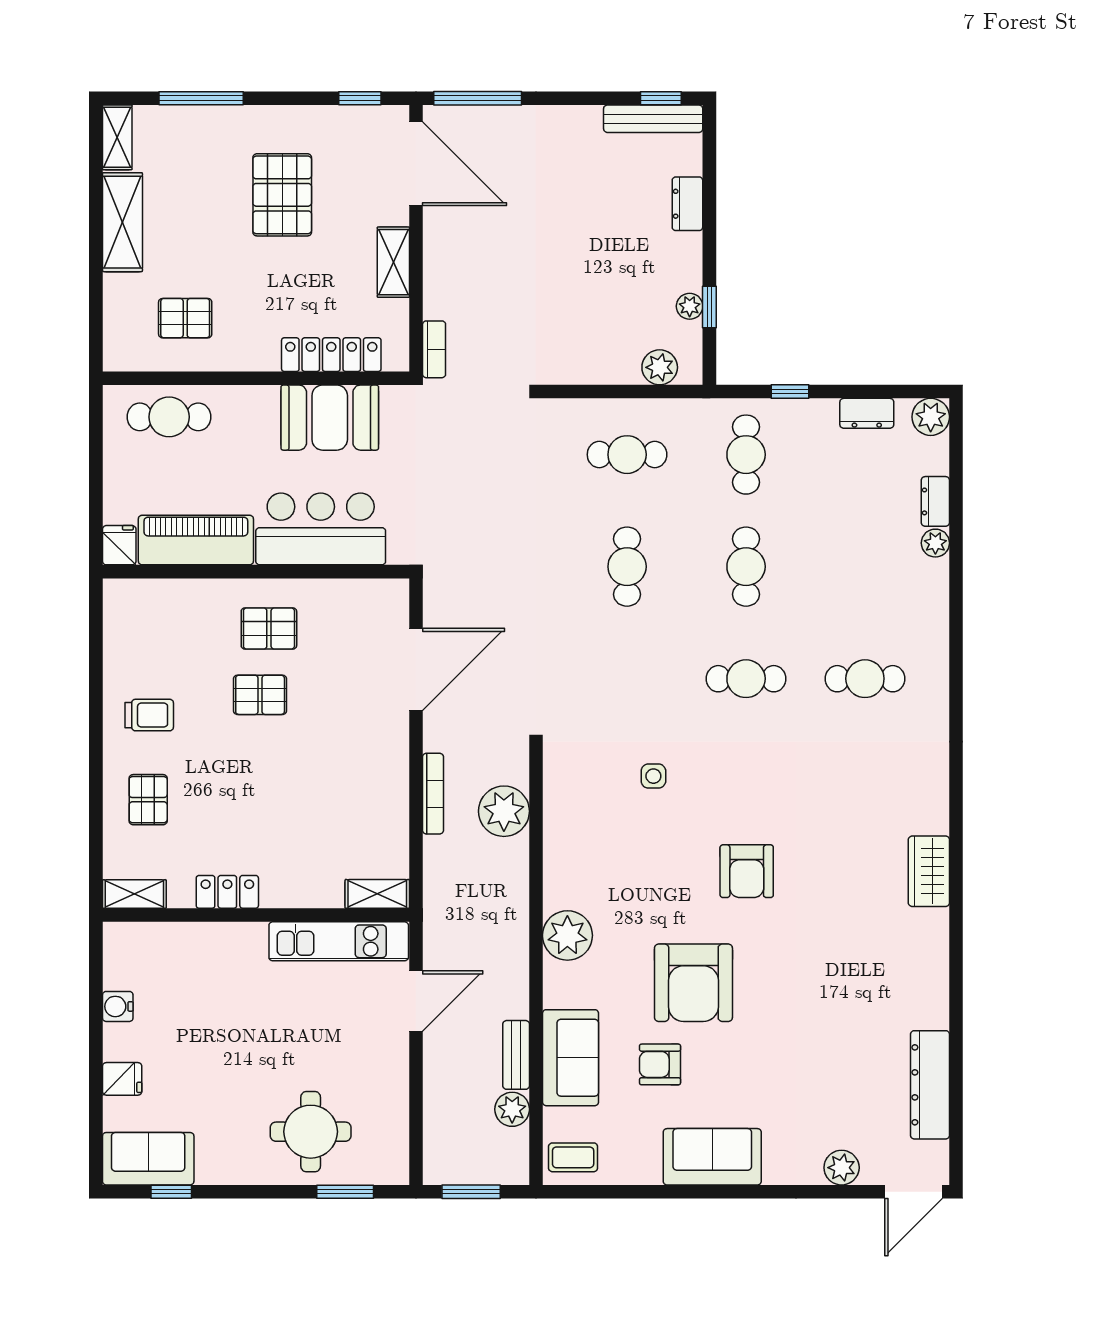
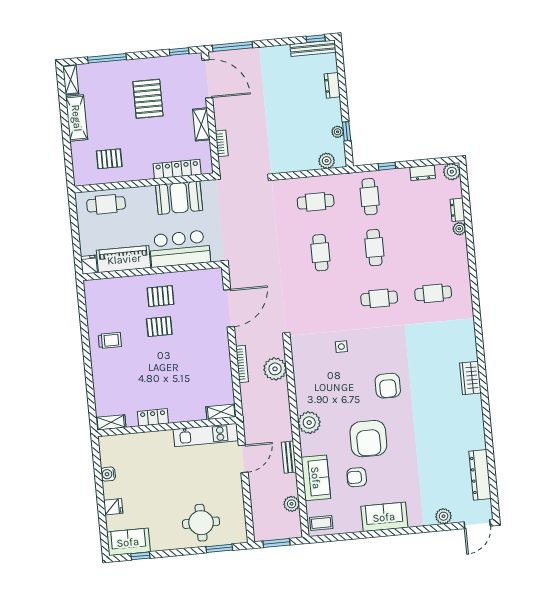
bookcase: (434, 349) -> (222, 143), moved
pallet: (148, 800) -> (113, 379), removed
bench: (516, 1055) -> (289, 457), moved

